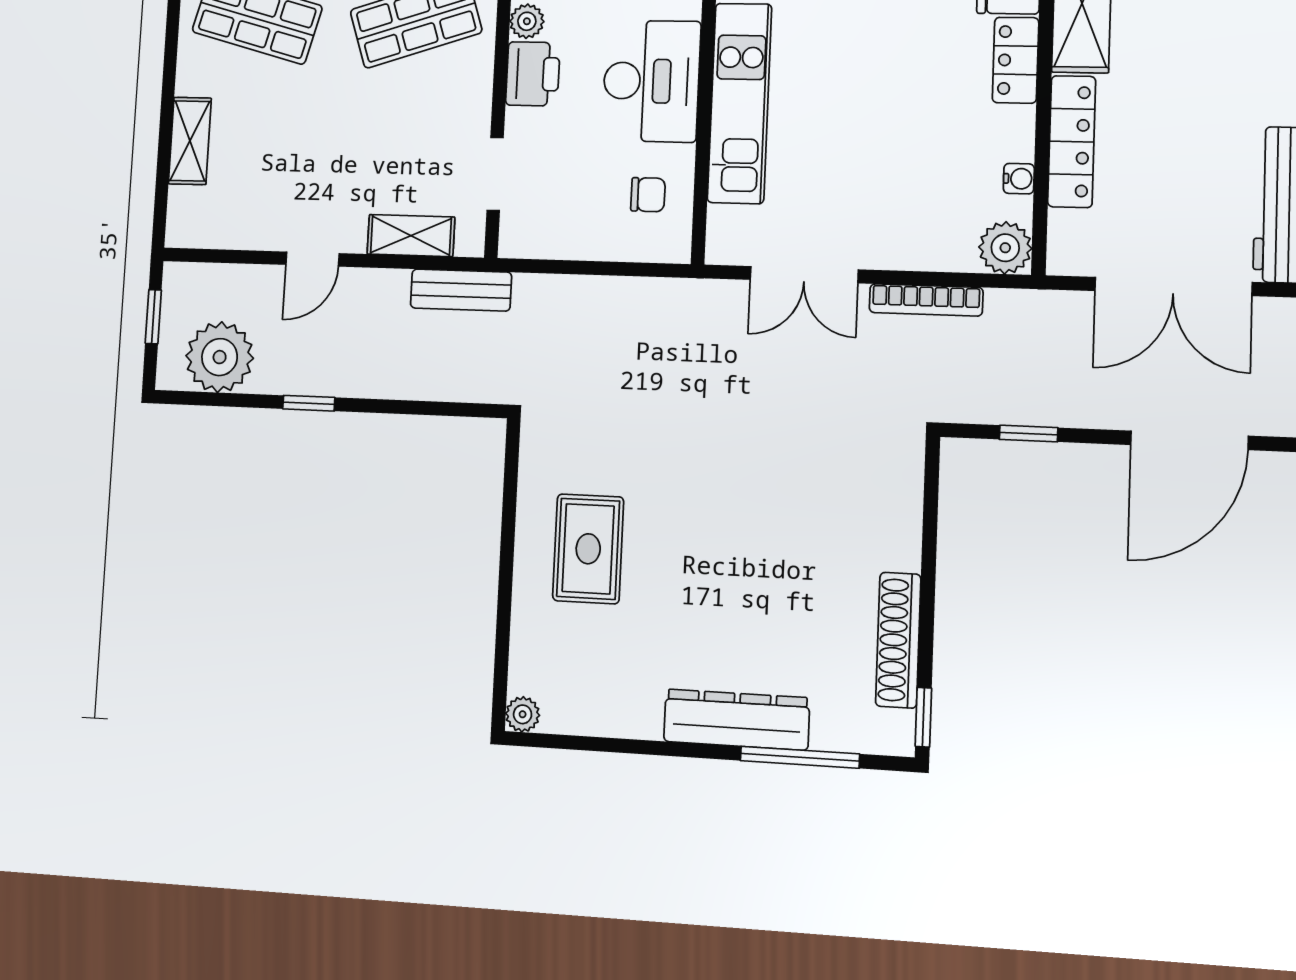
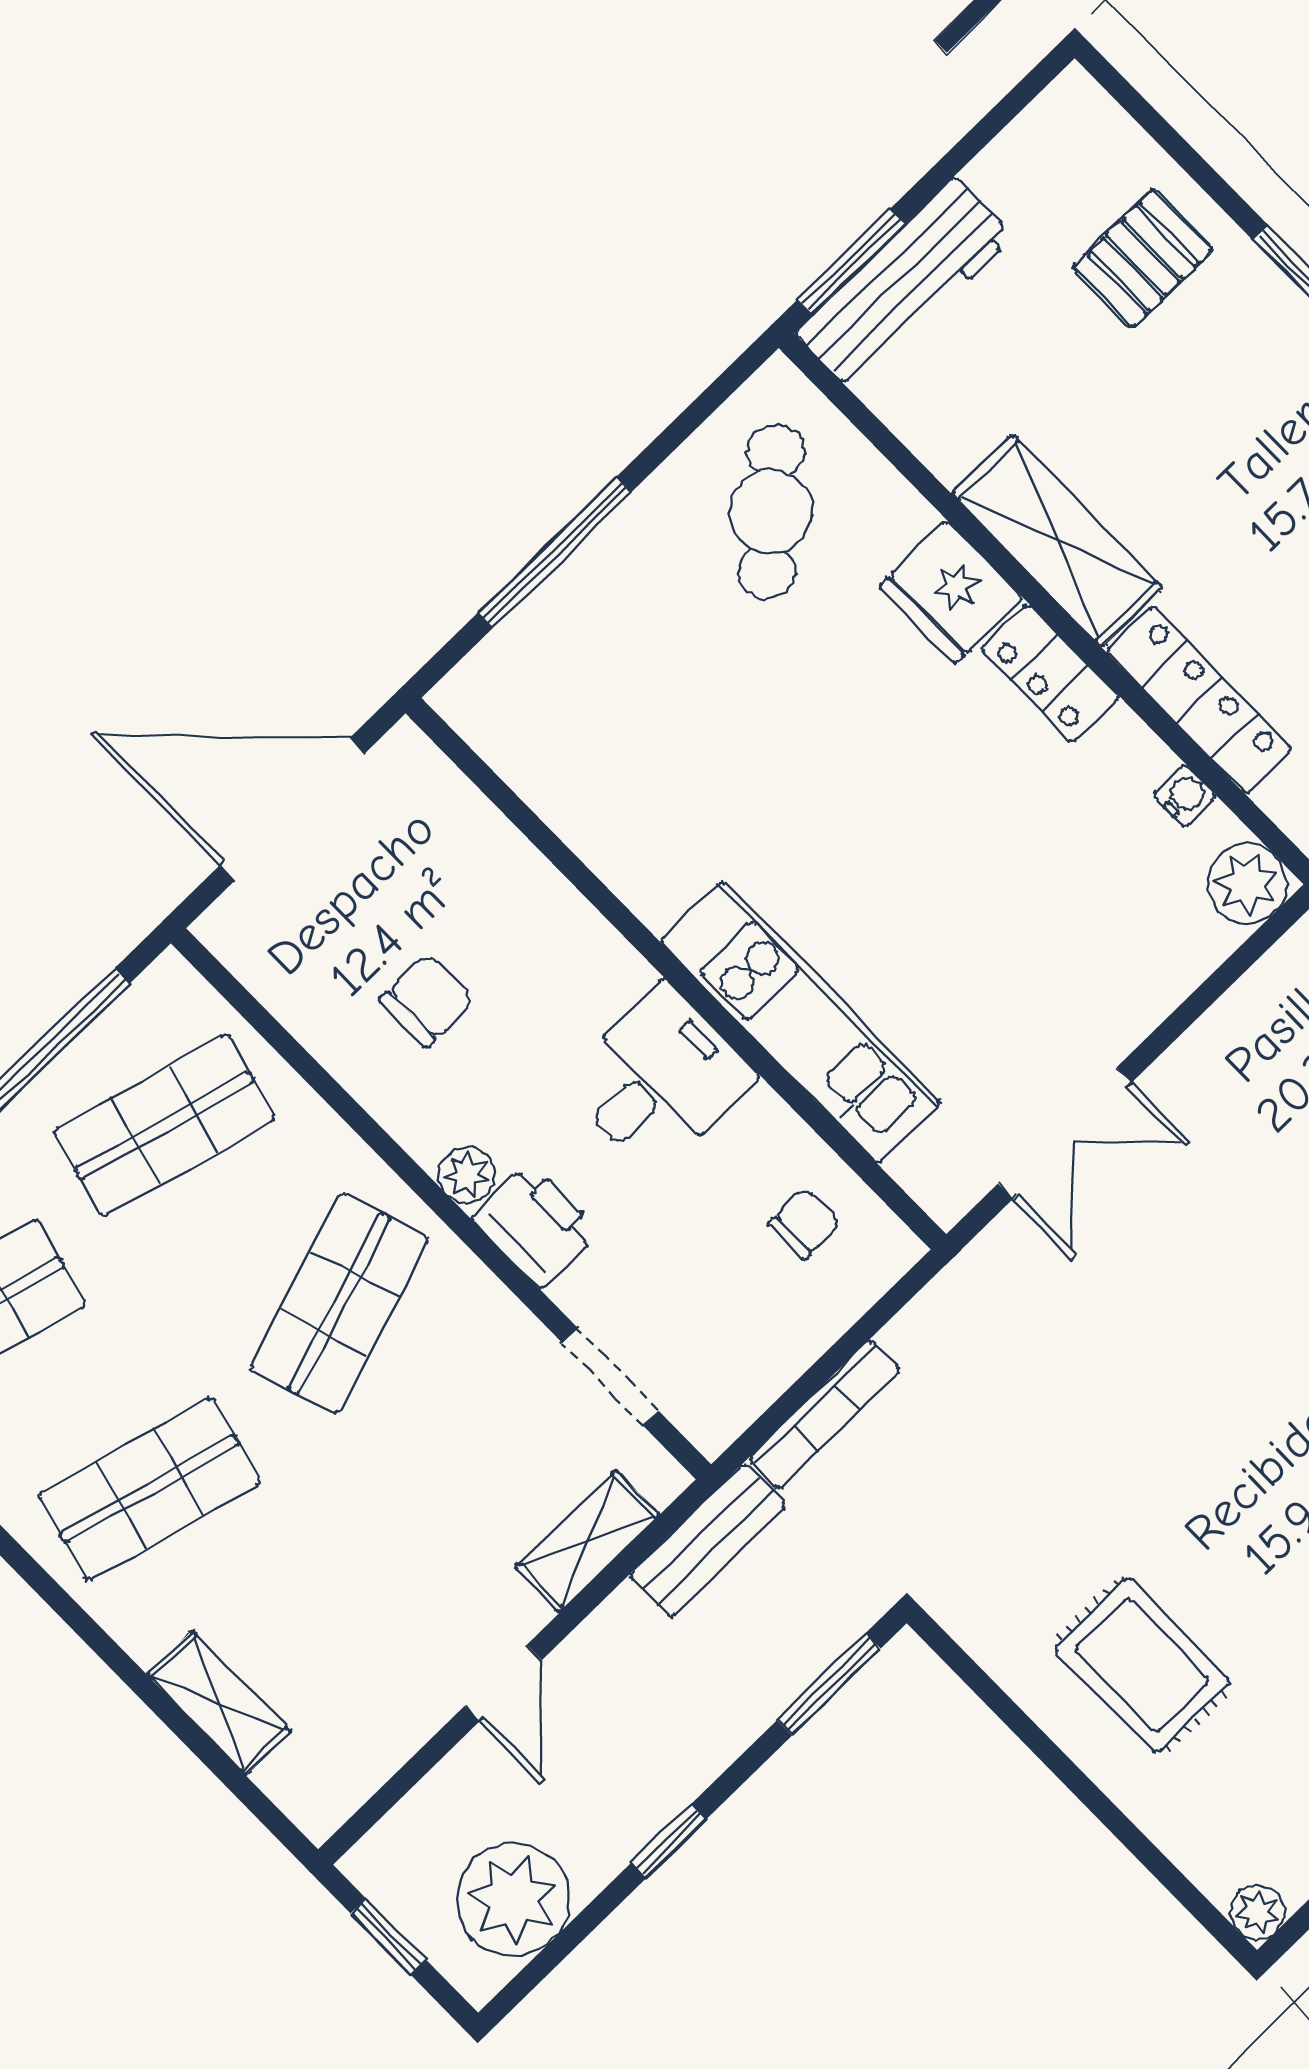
desk: (651, 81) -> (659, 1079), width x0.73
bookcase: (926, 300) -> (824, 1414), moved
window: (446, 409) -> (829, 1684), added

